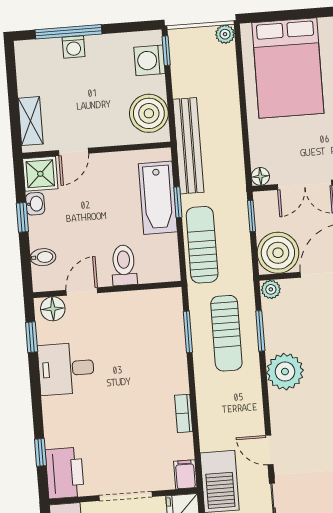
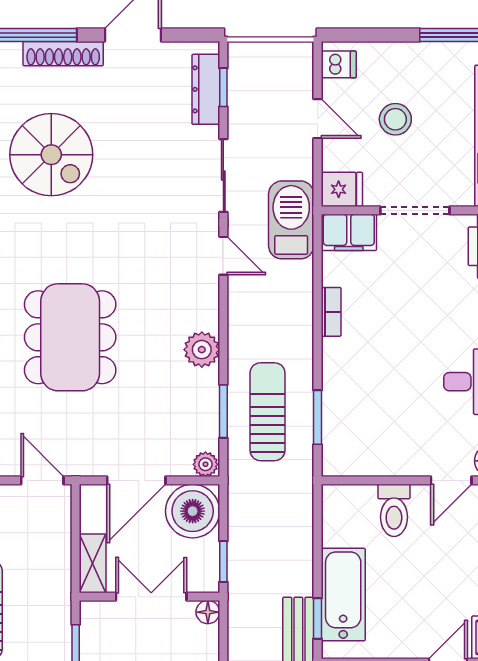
window: (178, 202) -> (318, 618), moved
sun lounger: (202, 245) -> (290, 529), removed
plant: (285, 372) -> (202, 350), width x0.73, depth x0.73
filing cabinet: (185, 474) -> (349, 232), width x2.00

